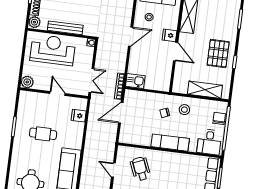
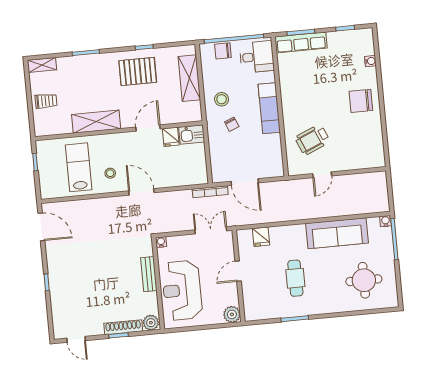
bench: (65, 28) -> (149, 274), width x0.73
fridge: (170, 35) -> (171, 137), moved
kitchen sink: (135, 81) -> (192, 135), moved, turned -90

